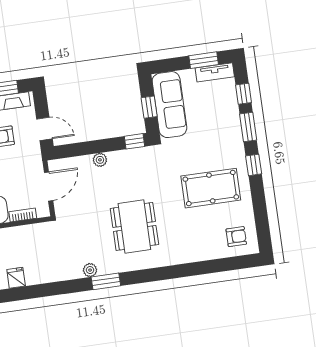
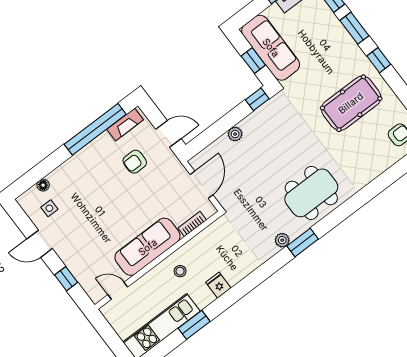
dining table: (134, 226) -> (311, 193), moved, turned 90

